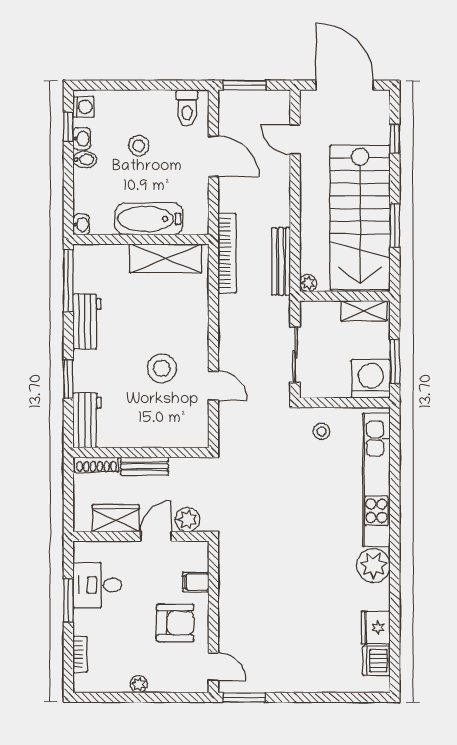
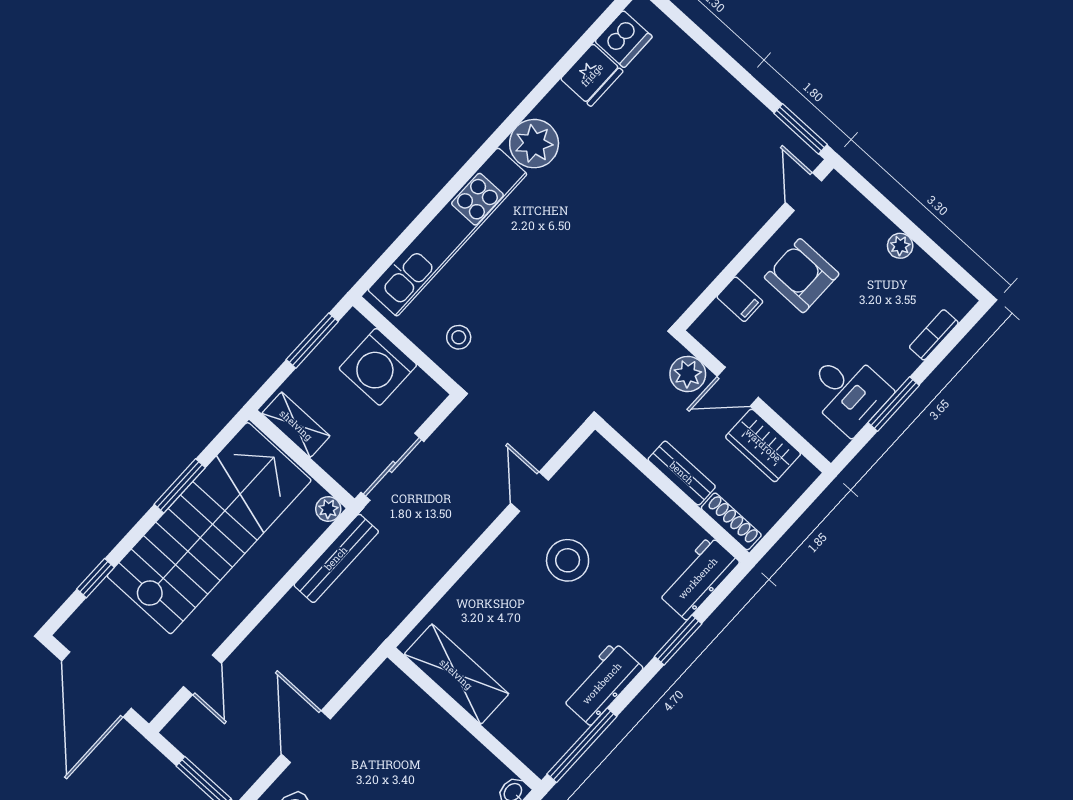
bathtub: (149, 219) -> (436, 732), removed
bookcase: (227, 253) -> (386, 620), removed
sliding door: (295, 355) -> (392, 467), moved
washing machine: (371, 379) -> (378, 367), moved

